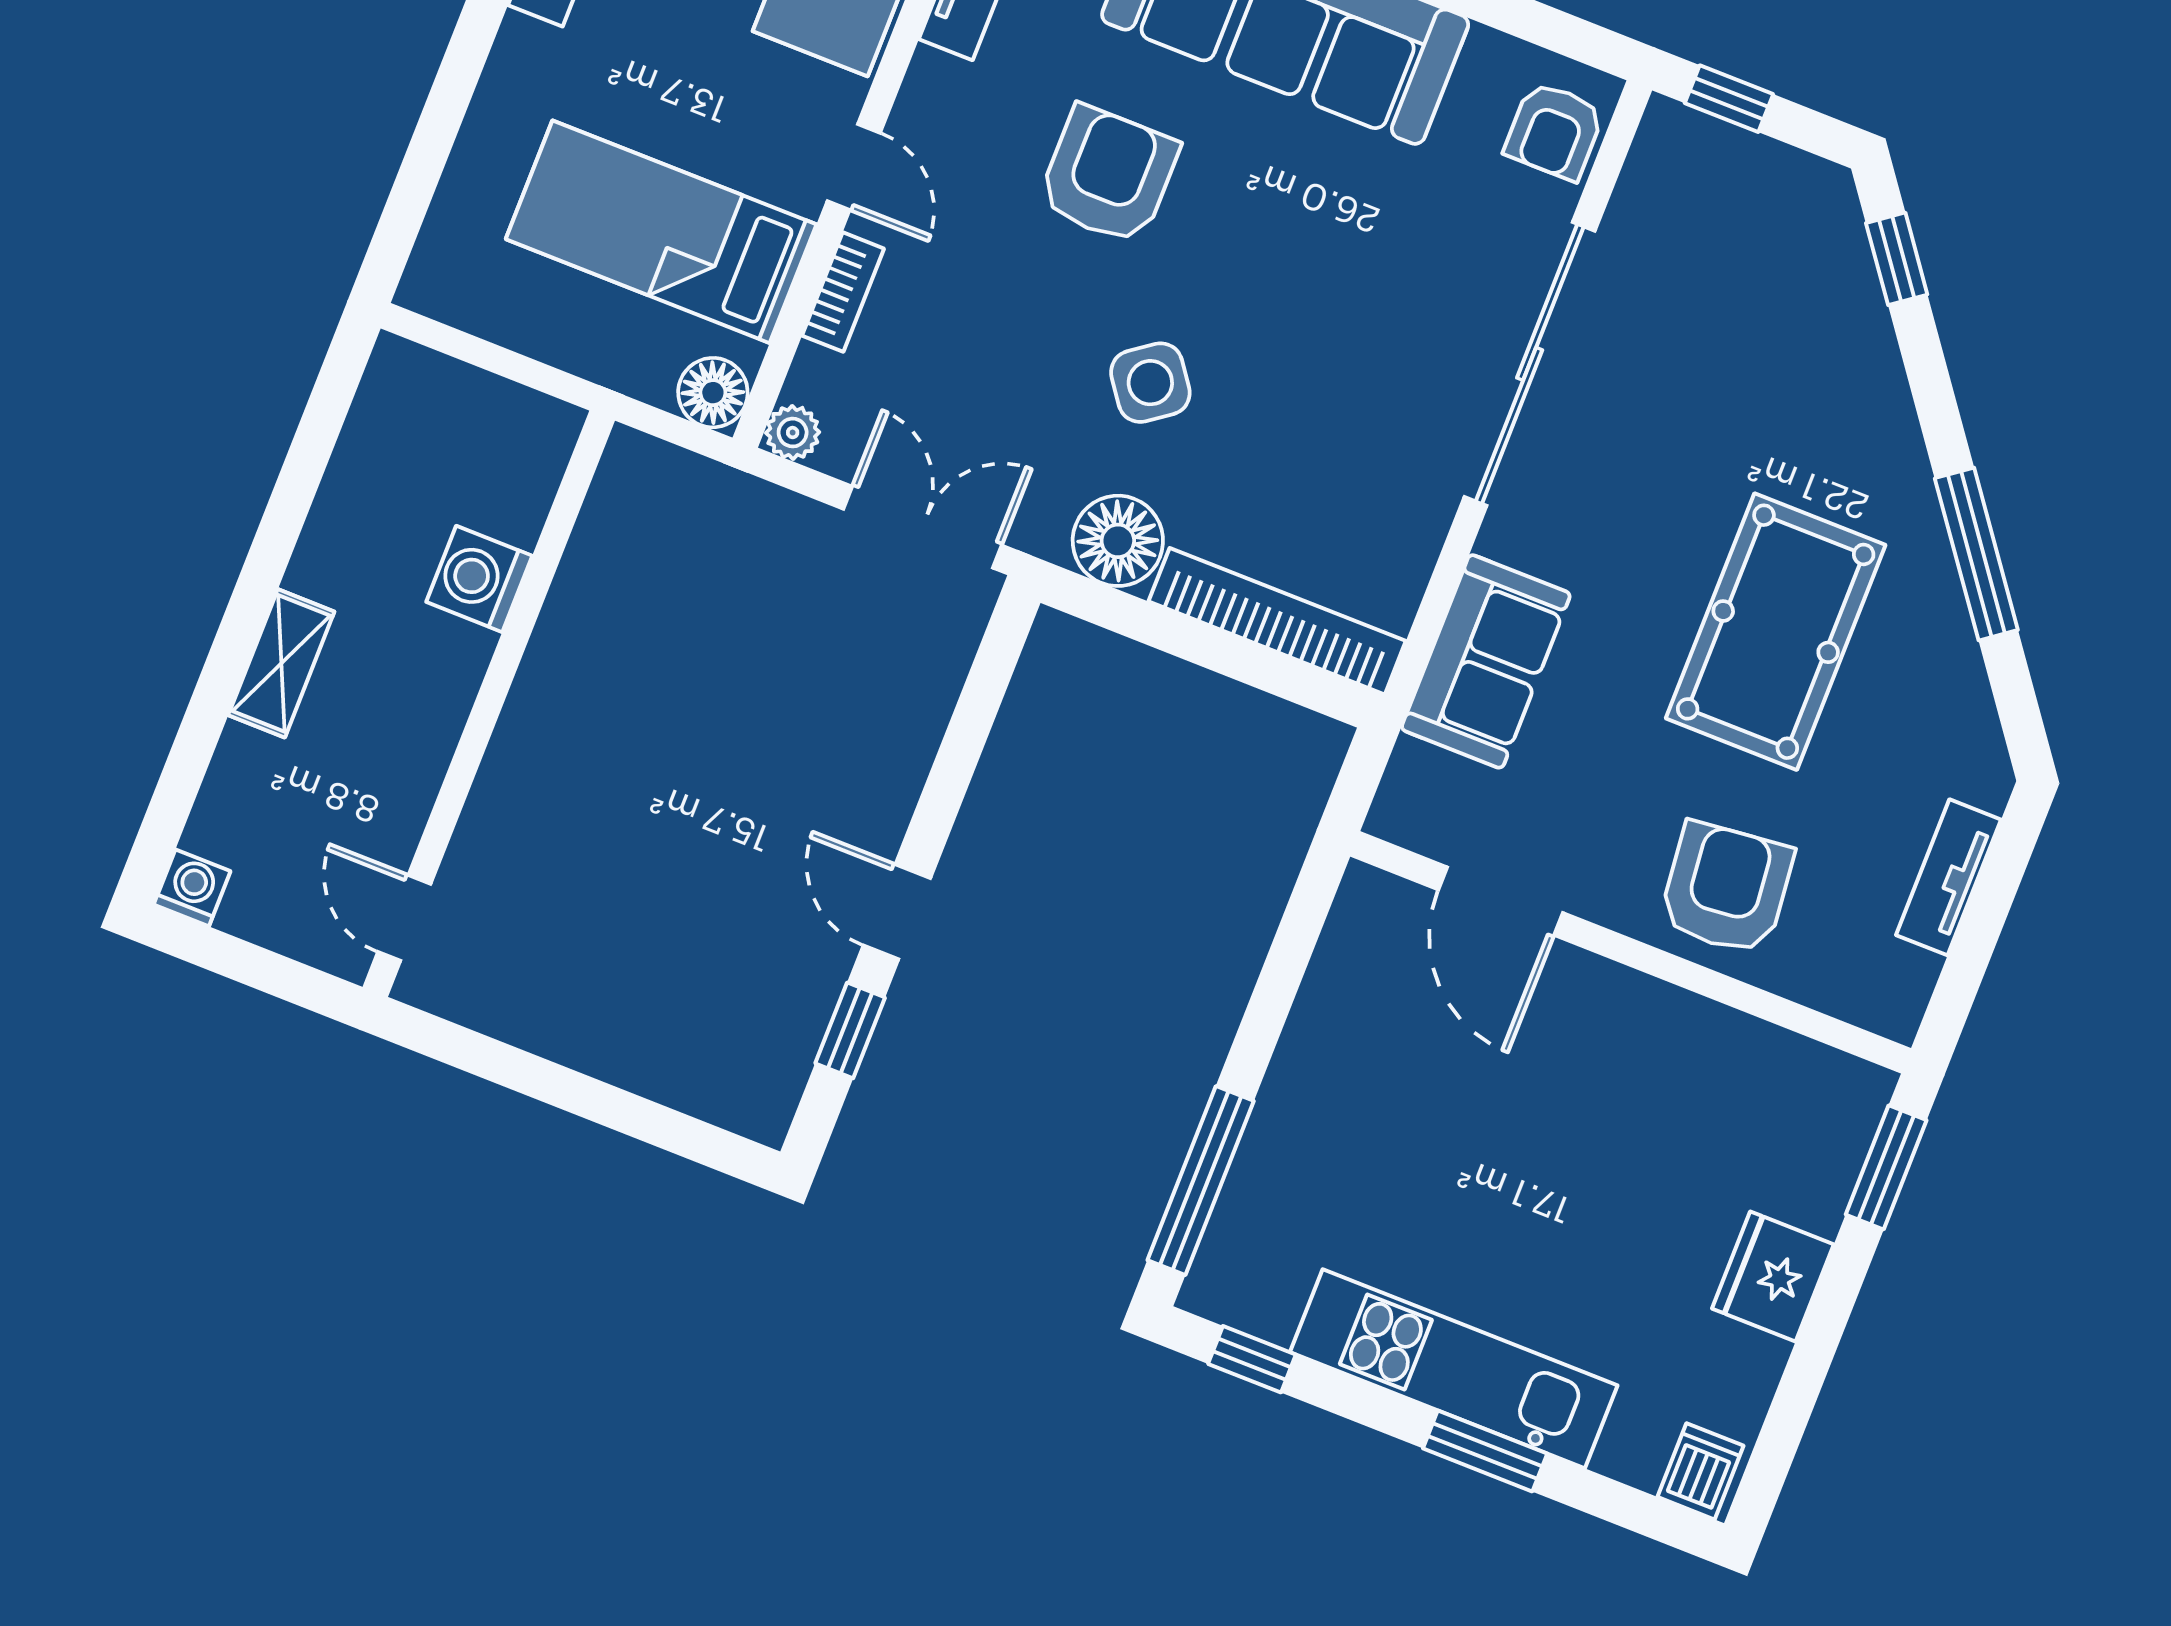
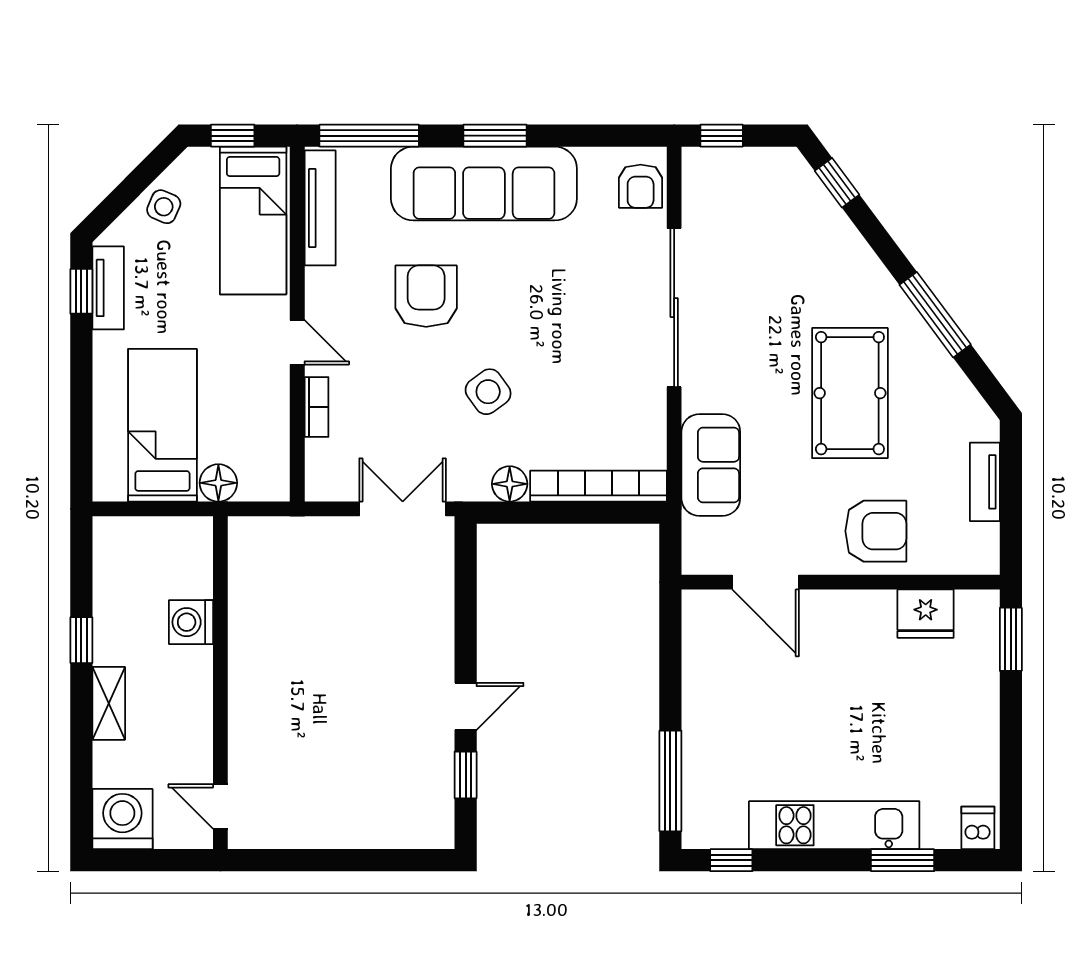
bed: (661, 232) -> (162, 425), moved, turned 90
floor lamp: (713, 393) -> (218, 483), moved
plant: (793, 433) -> (319, 487), removed
window: (277, 535) -> (81, 640), added
floor lamp: (1118, 541) -> (510, 484), width x0.73, depth x0.73
washing machine: (192, 888) -> (122, 819), width x1.89, depth x1.89
armchair: (1726, 888) -> (876, 531), turned 96
door: (897, 912) -> (466, 706), swing flipped
fridge: (1773, 1276) -> (926, 614), moved, turned -90
window: (1485, 1451) -> (903, 860), moved

